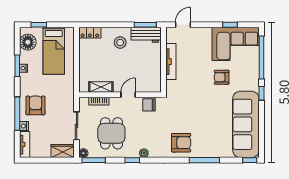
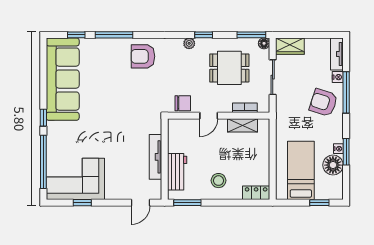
workbench: (146, 35) -> (177, 172), moved, turned 90
floor lamp: (28, 42) -> (333, 165), moved
armchair: (222, 77) -> (93, 137), removed
armchair: (36, 105) -> (323, 103), turned 108
dining table: (111, 133) -> (229, 68), turned 90
window: (250, 160) -> (76, 35), moved

